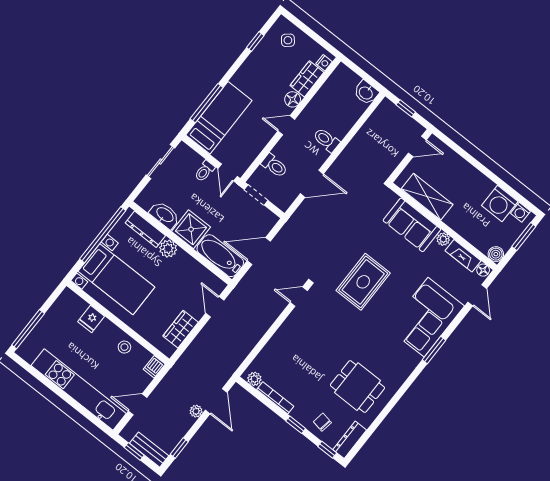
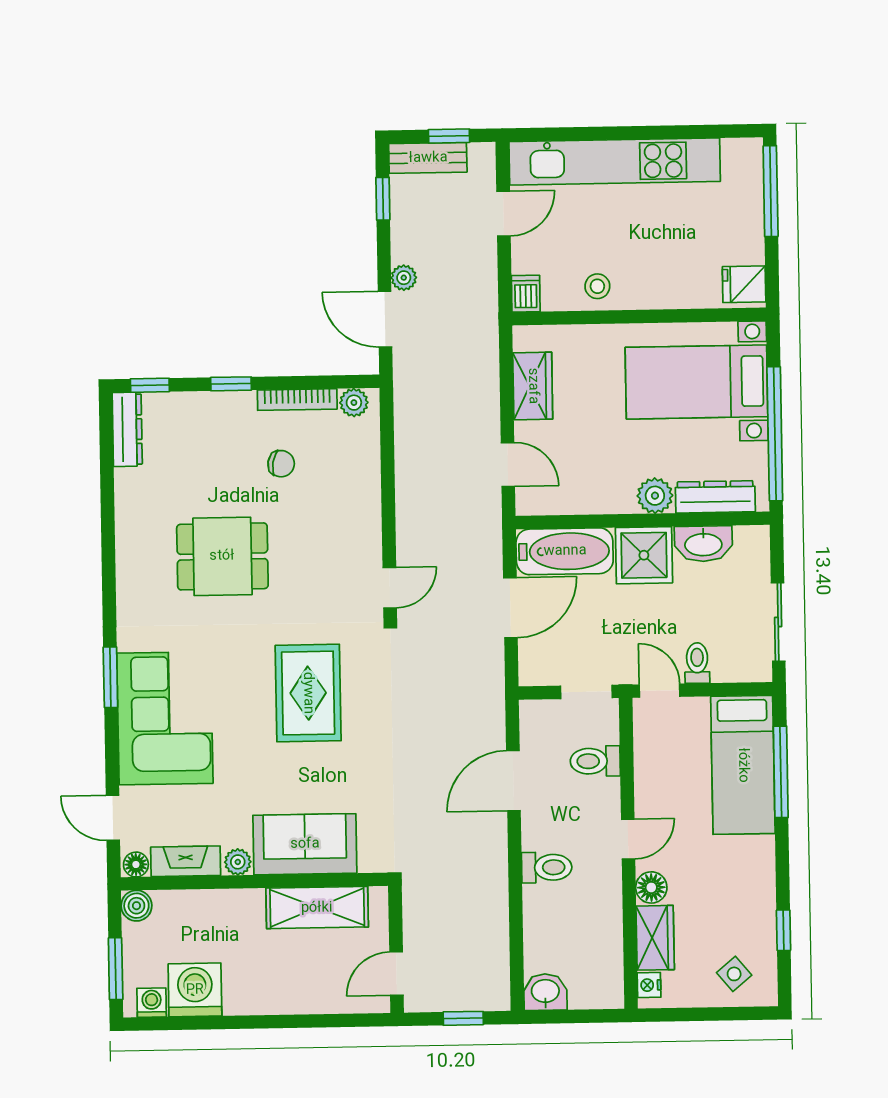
fridge: (91, 319) -> (744, 284), moved, turned -90
dining table: (357, 387) -> (222, 556), moved
chair: (322, 422) -> (281, 464), moved

